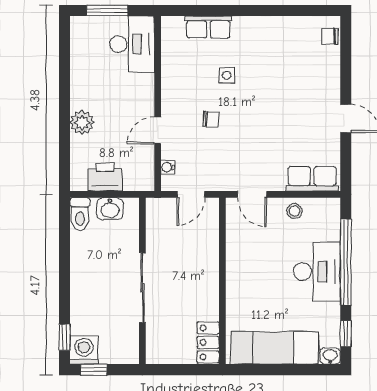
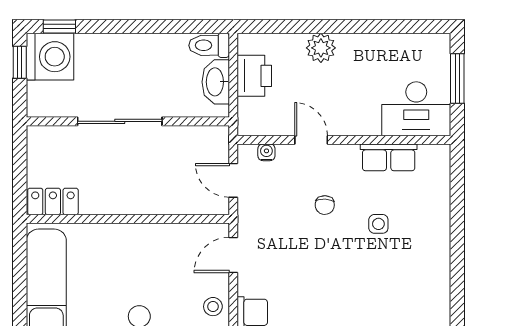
row of seats: (208, 27) -> (389, 157), moved, turned -90
washbasin: (110, 209) -> (216, 82), width x1.38
washing machine: (84, 350) -> (50, 57), width x1.37, depth x1.37

